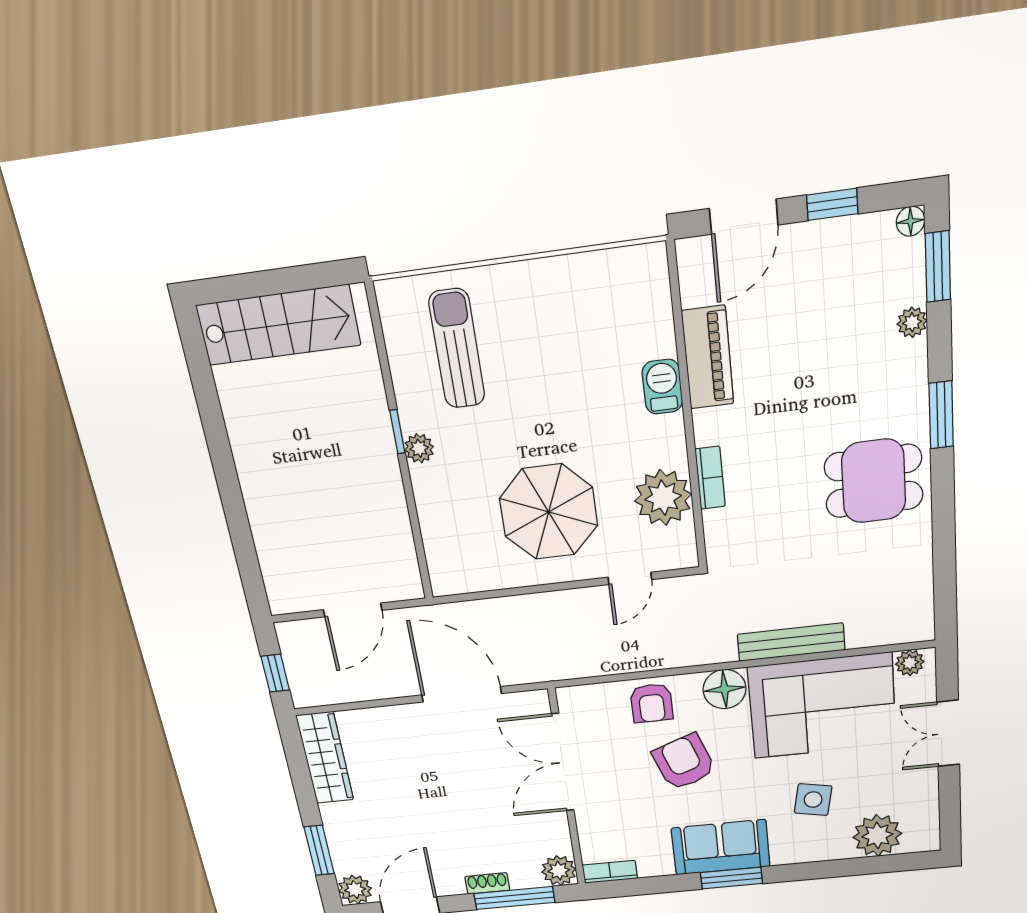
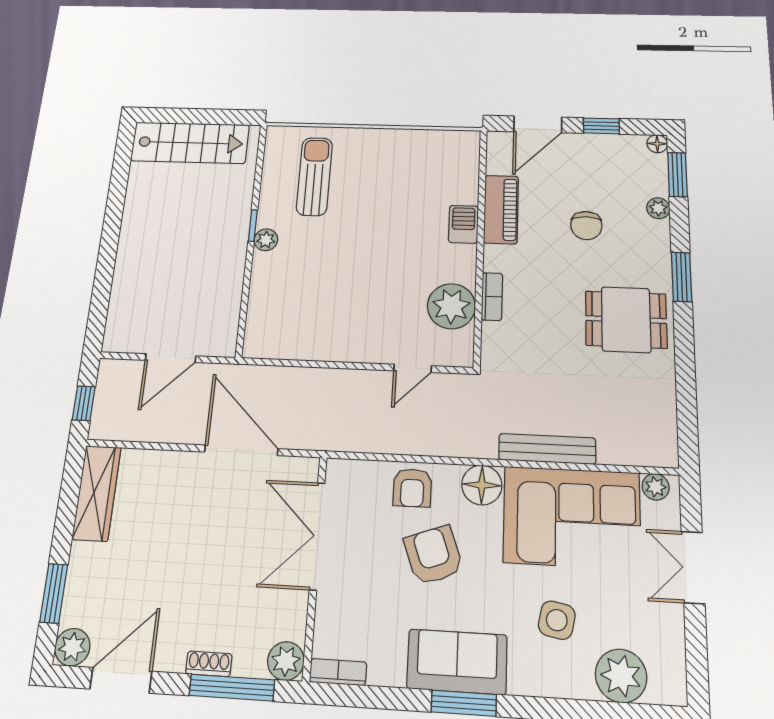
chair: (819, 363) -> (586, 226), added
parasol: (549, 512) -> (356, 303), removed

